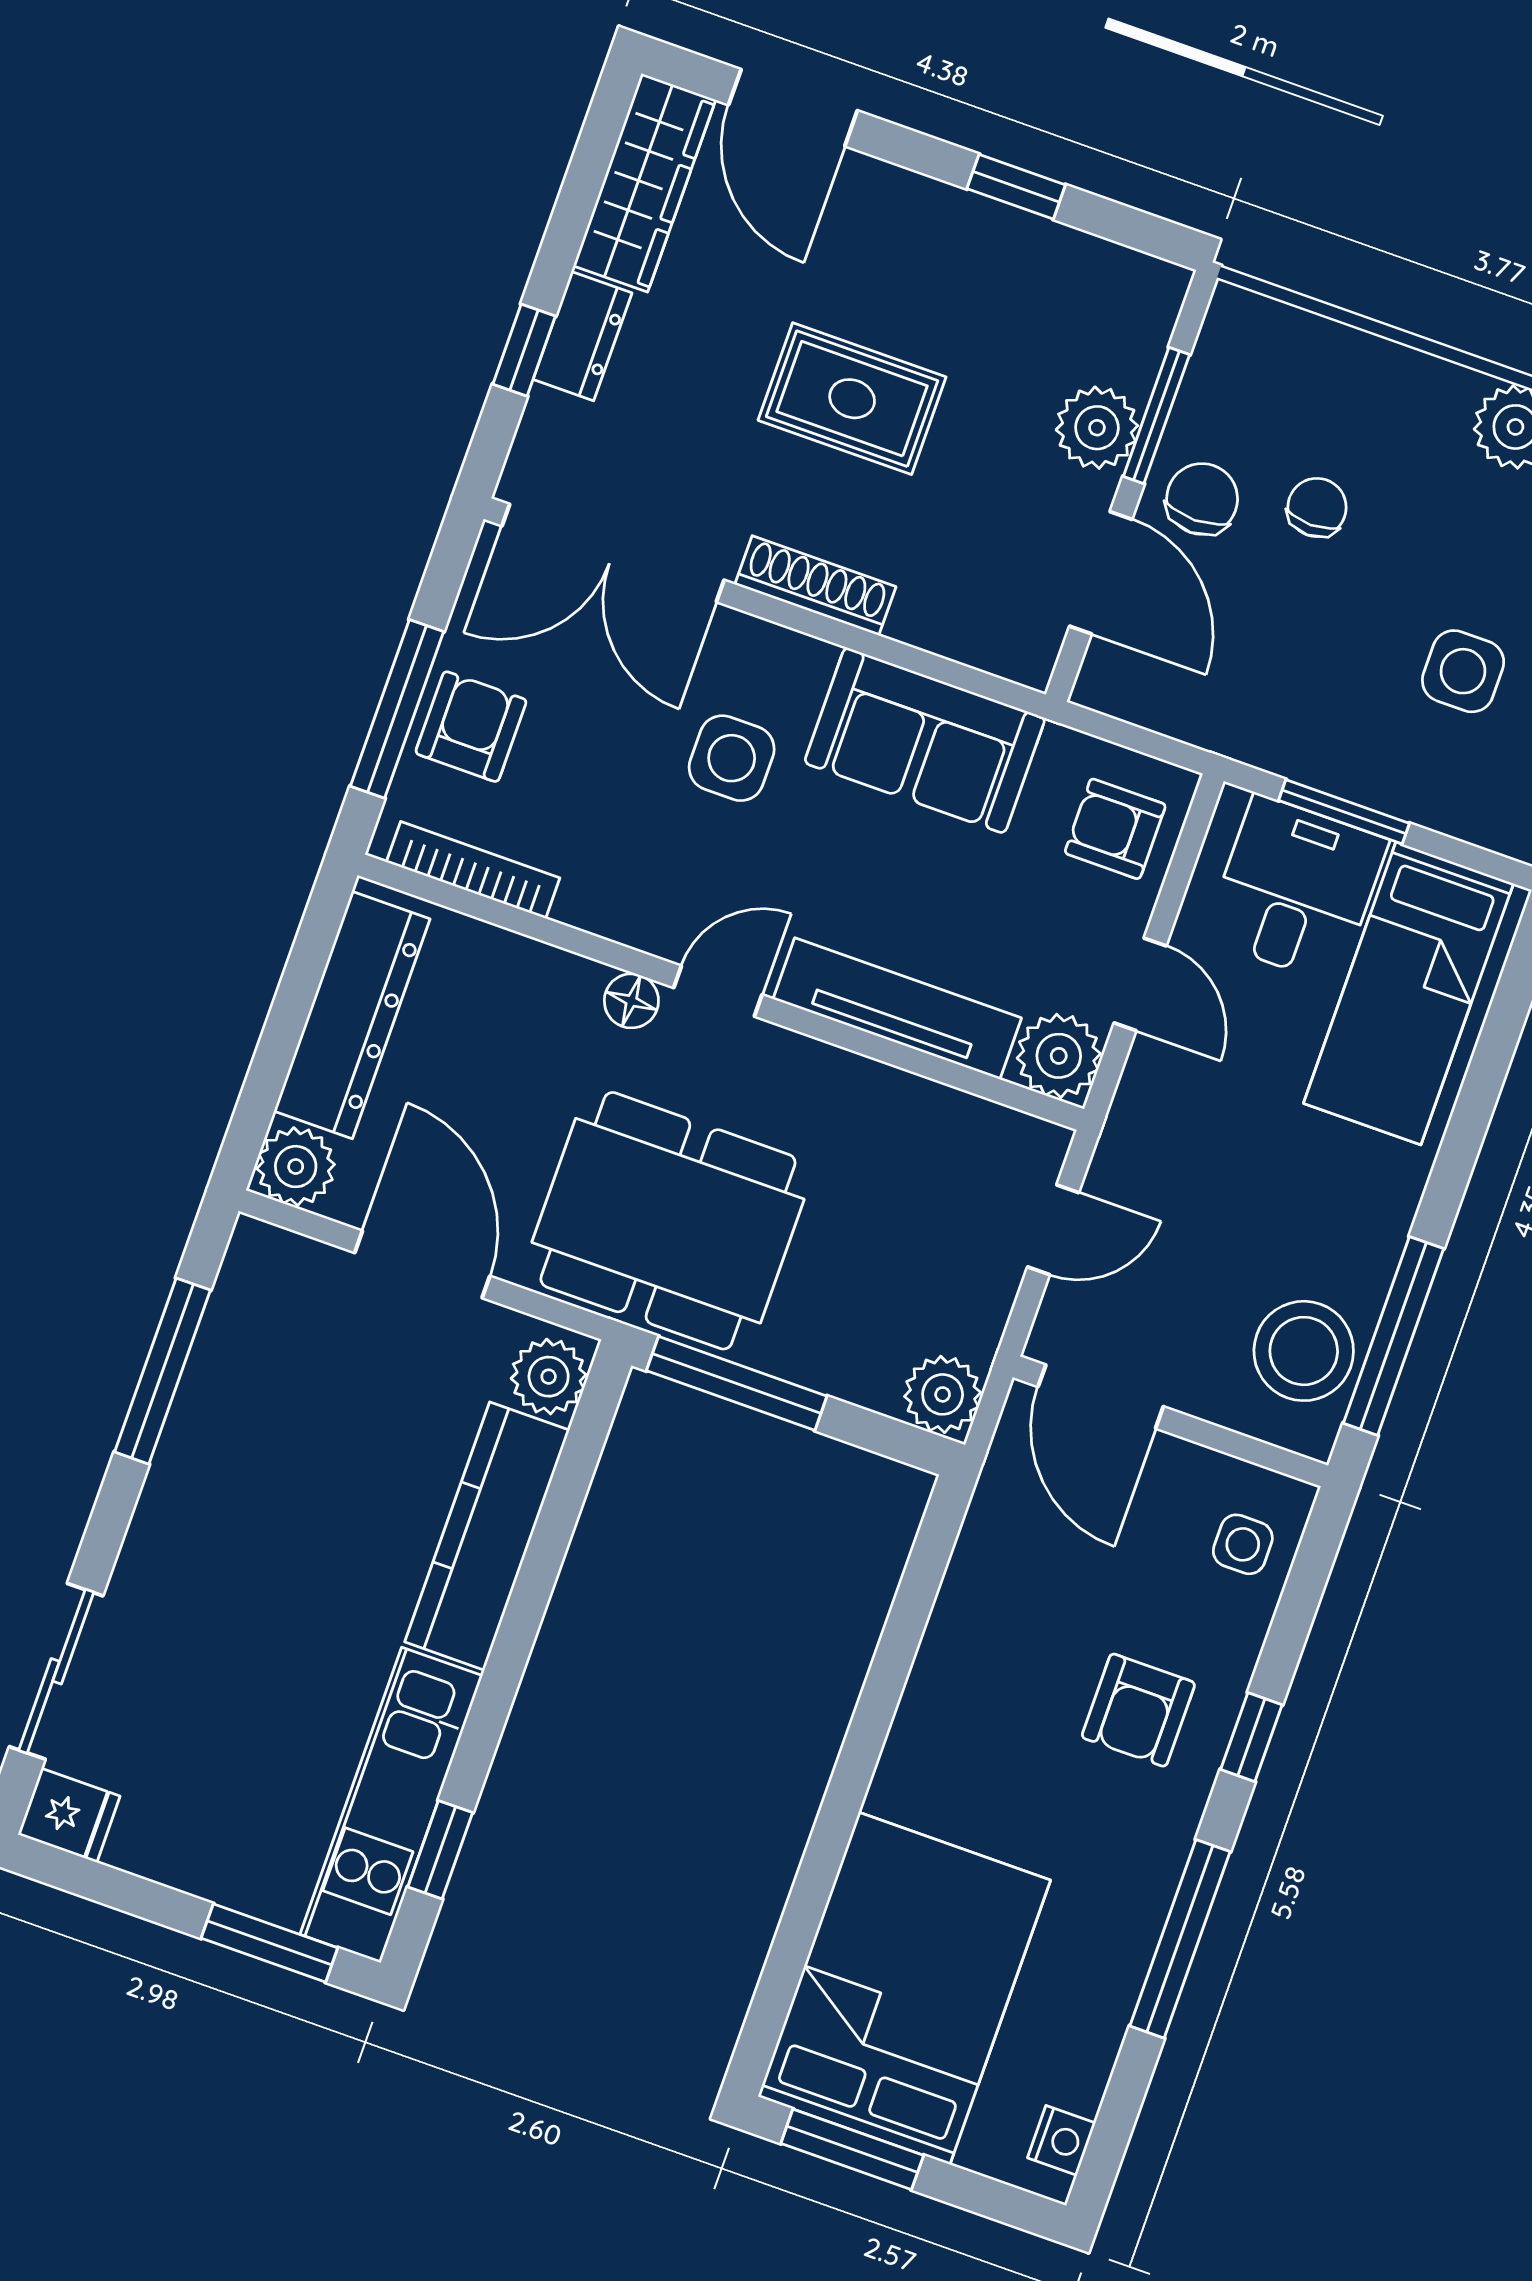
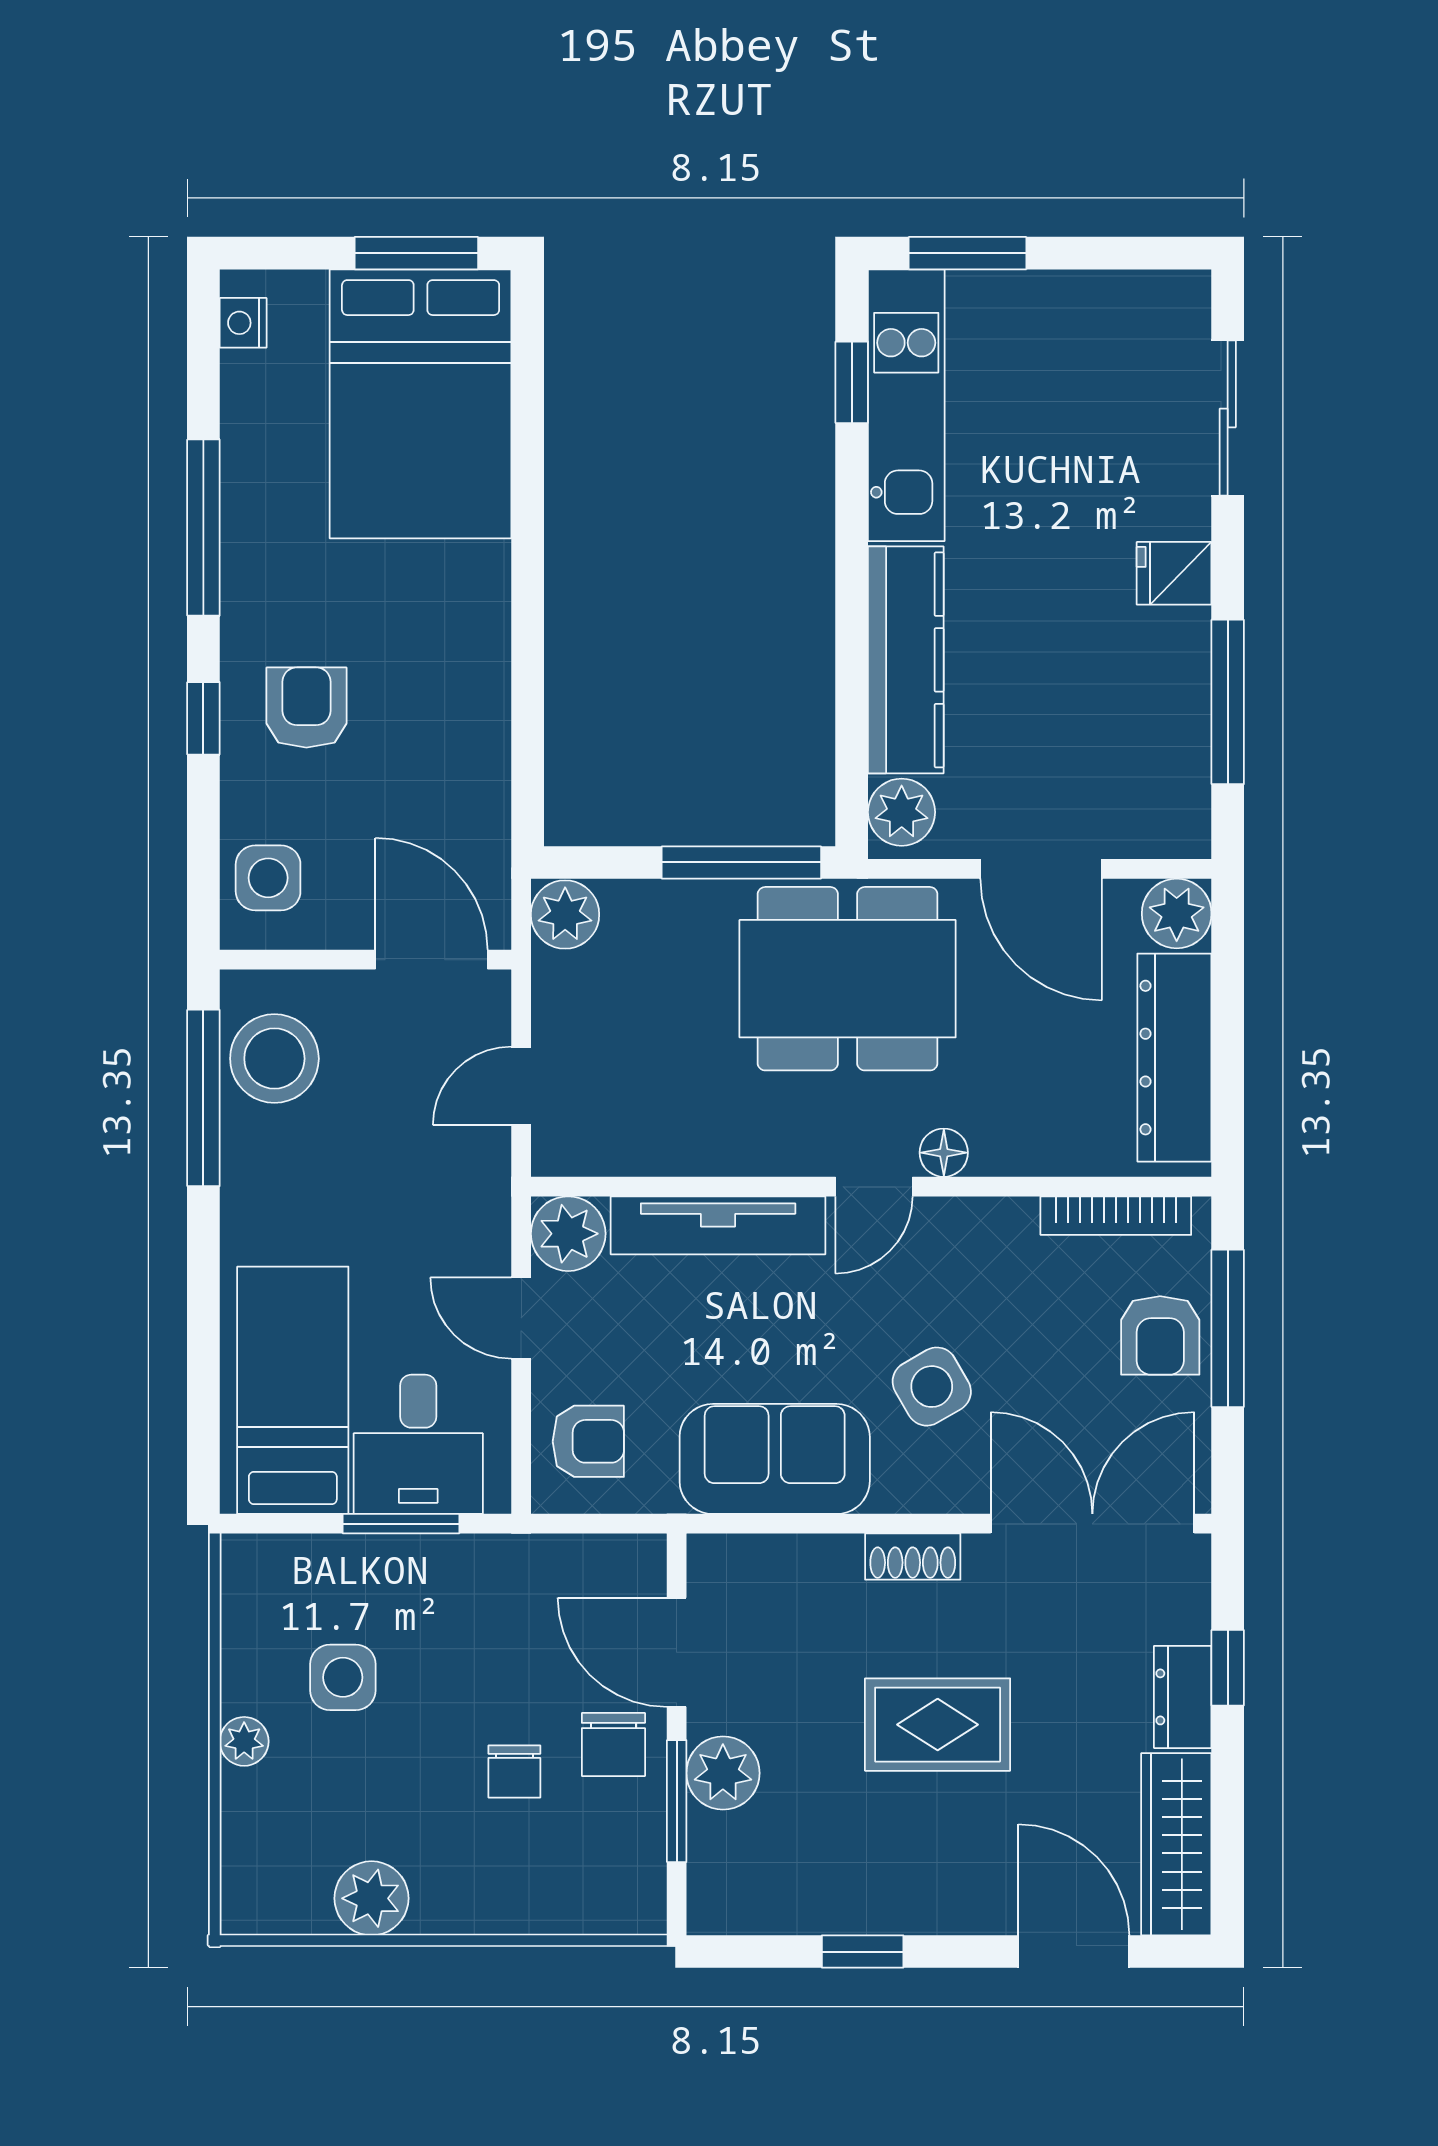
shoe rack: (815, 586) -> (913, 1557), width x0.70
side table: (732, 758) -> (932, 1387), turned -30
side table: (1243, 1544) -> (268, 878), width x1.37, depth x1.37
fridge: (69, 1815) -> (1174, 573), moved

